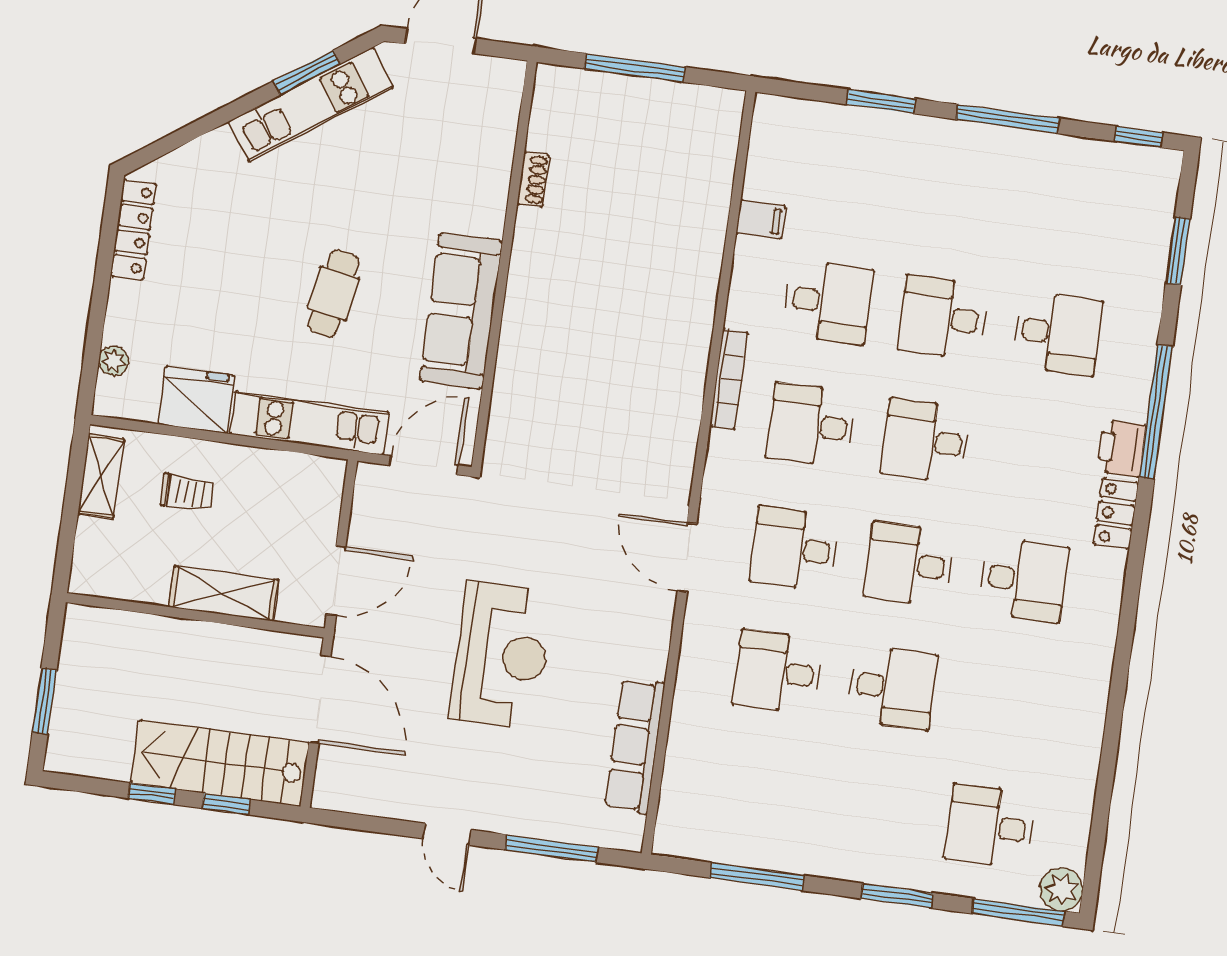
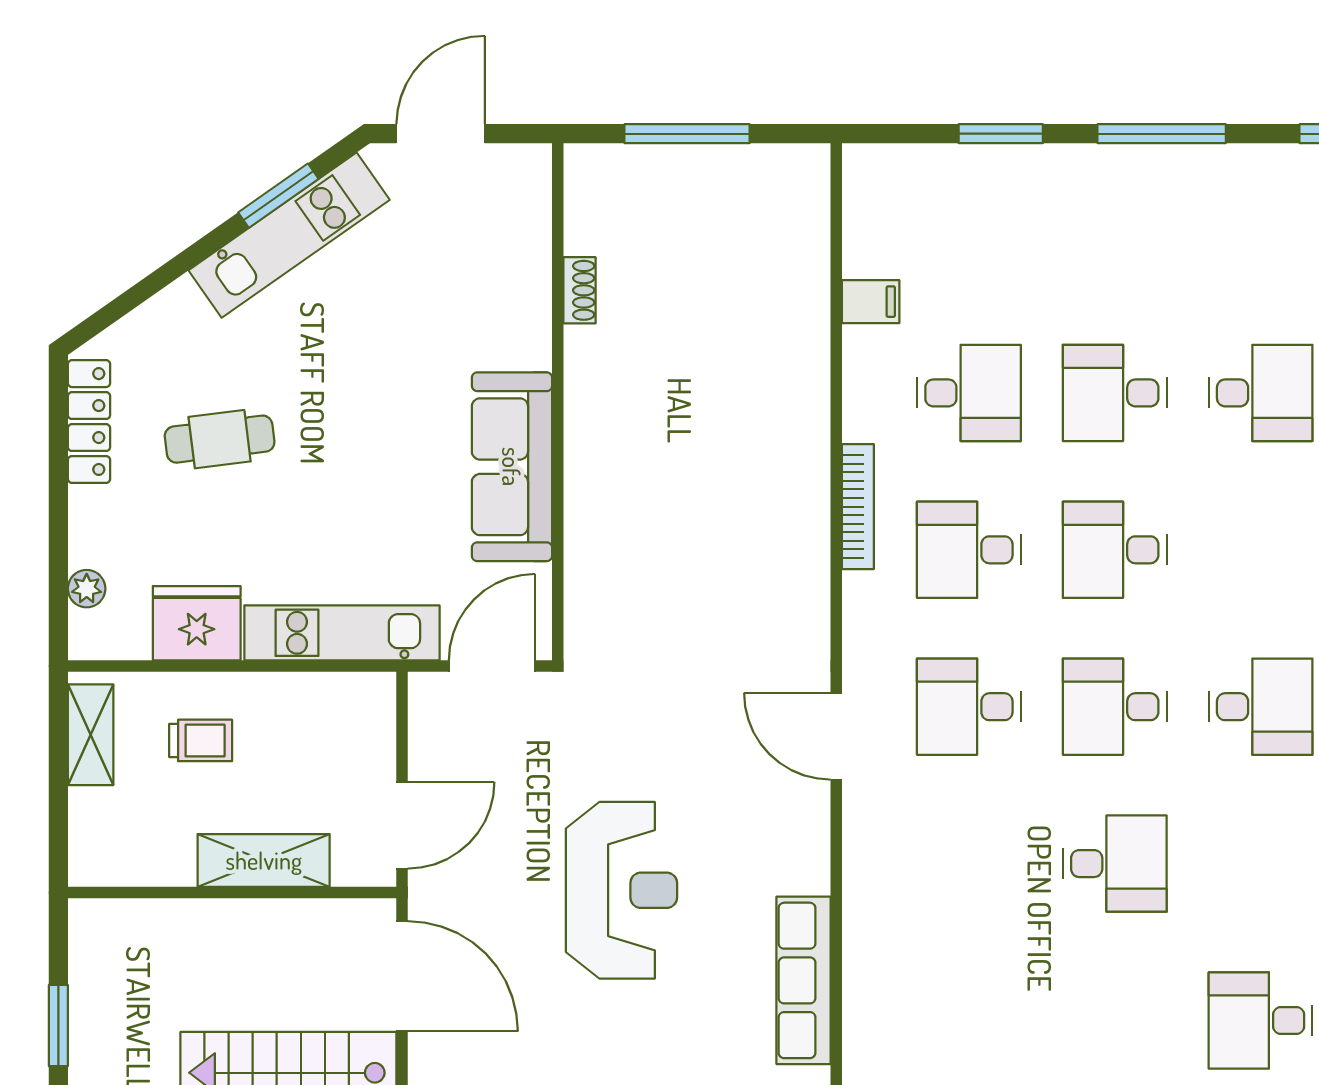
cafe table: (333, 293) -> (220, 439), moved, turned 73
desk: (778, 672) -> (969, 864), removed

